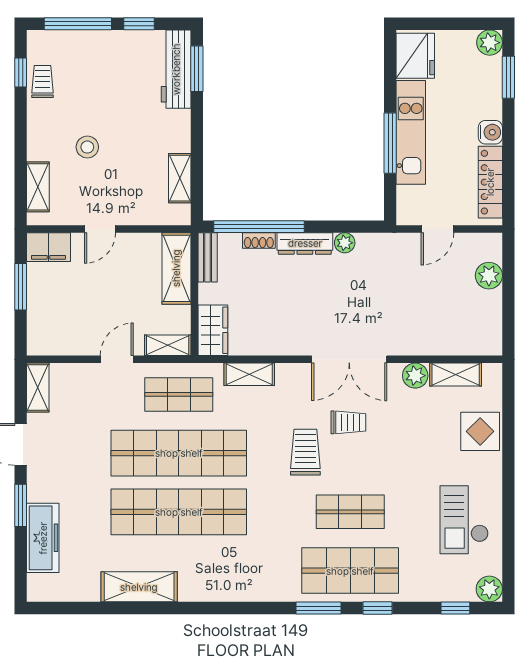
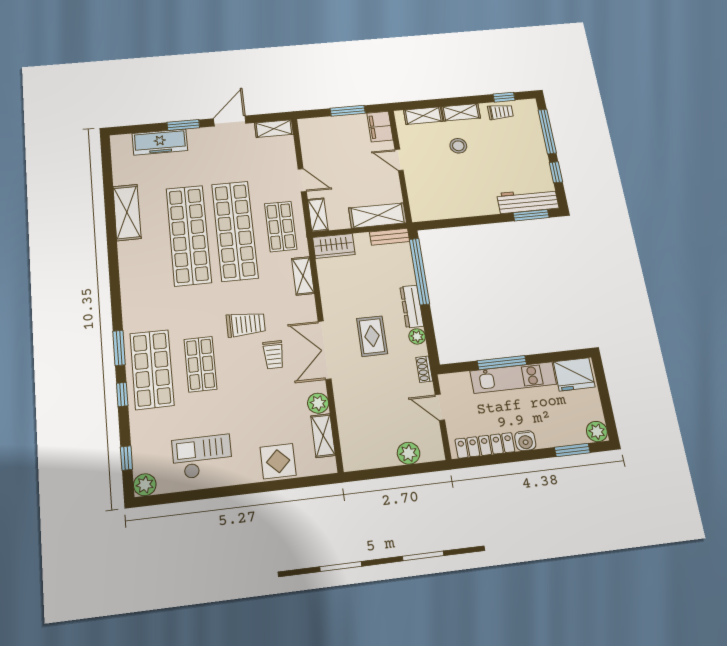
shelving: (180, 178) -> (461, 112), moved
shoe rack: (259, 240) -> (424, 369), moved
rug: (338, 299) -> (372, 336), added

